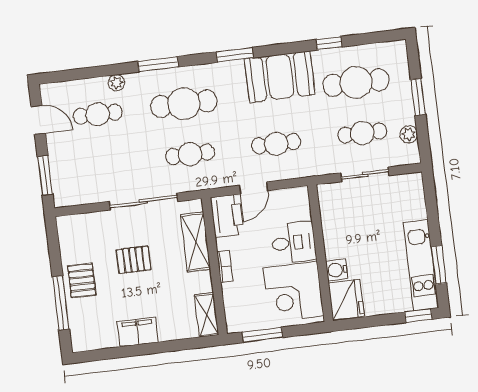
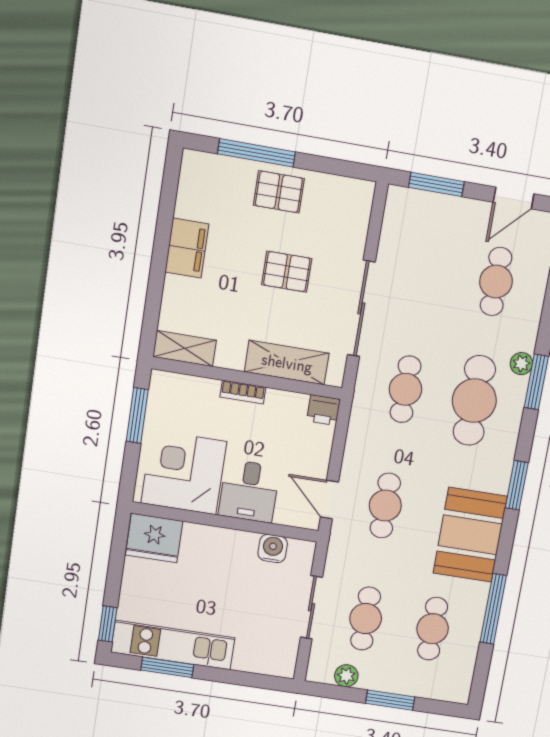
window: (329, 43) -> (493, 609), width x2.17
plant: (116, 83) -> (521, 364), moved
cafe table: (356, 83) -> (433, 629), width x0.73, depth x0.74
door: (253, 188) -> (329, 499), moved
printer: (227, 216) -> (323, 410), width x0.53, depth x0.68
pallet: (134, 260) -> (287, 272), turned 90
water cooler: (337, 270) -> (273, 548), moved

